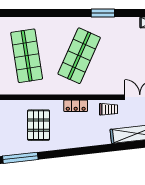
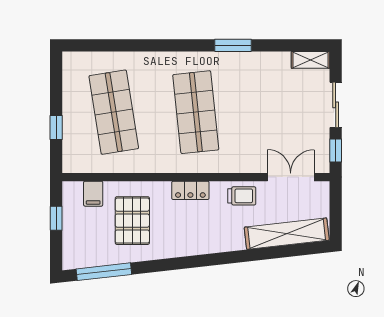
shop shelf: (79, 56) -> (196, 112), turned -30
filing cabinet: (13, 108) -> (93, 194), added

